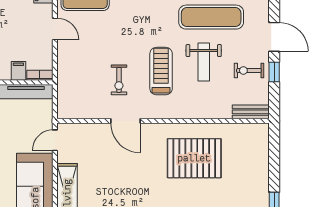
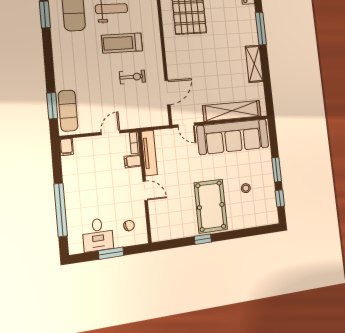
door: (55, 29) -> (110, 133), moved
door: (126, 121) -> (168, 93), moved

